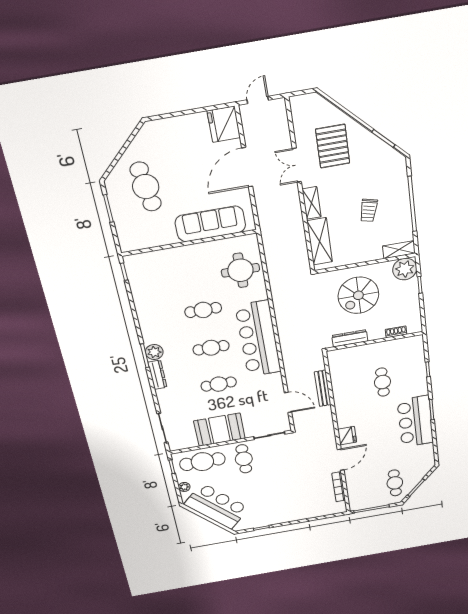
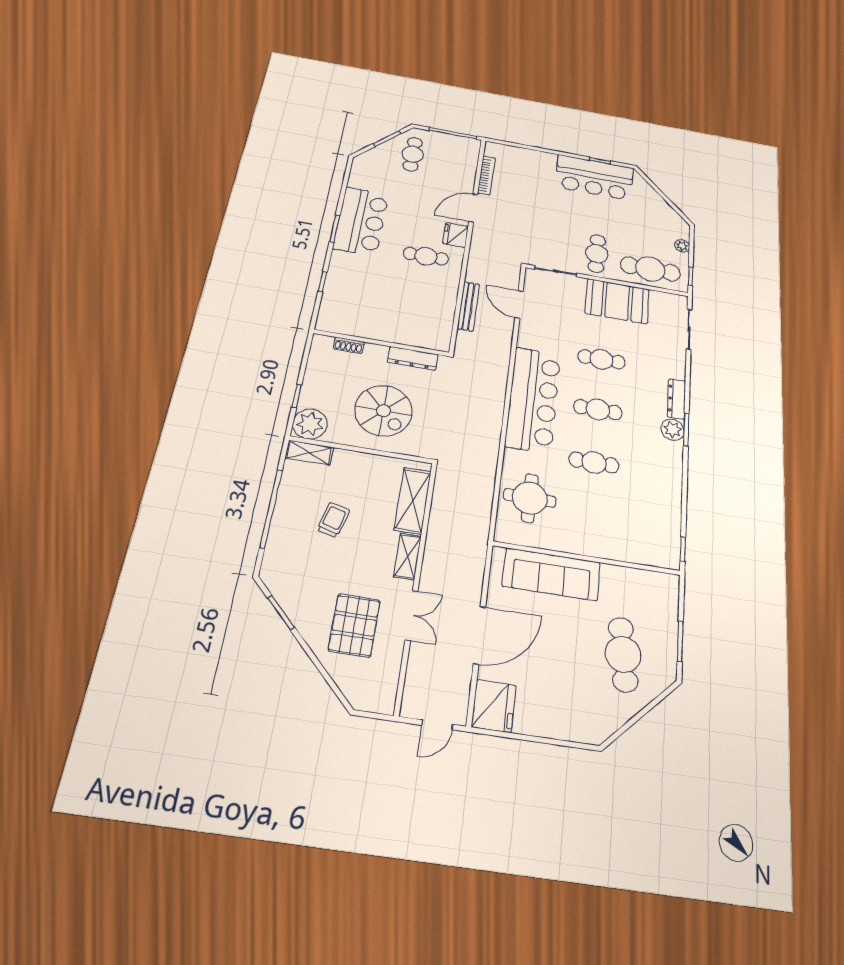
spiral stairs: (358, 295) -> (383, 411), turned 90
cafe table: (382, 382) -> (426, 256), moved, turned 90
bar counter: (217, 506) -> (595, 178), moved, turned -45

